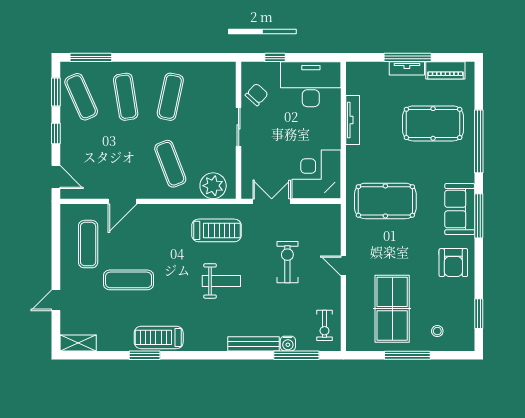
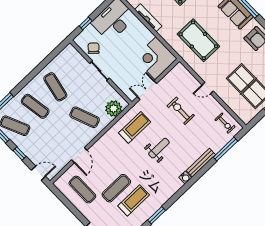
pool table: (385, 201) -> (198, 40), turned 90
treadmill: (159, 337) -> (134, 200), moved, turned 180
water cooler: (288, 344) -> (185, 177), moved

